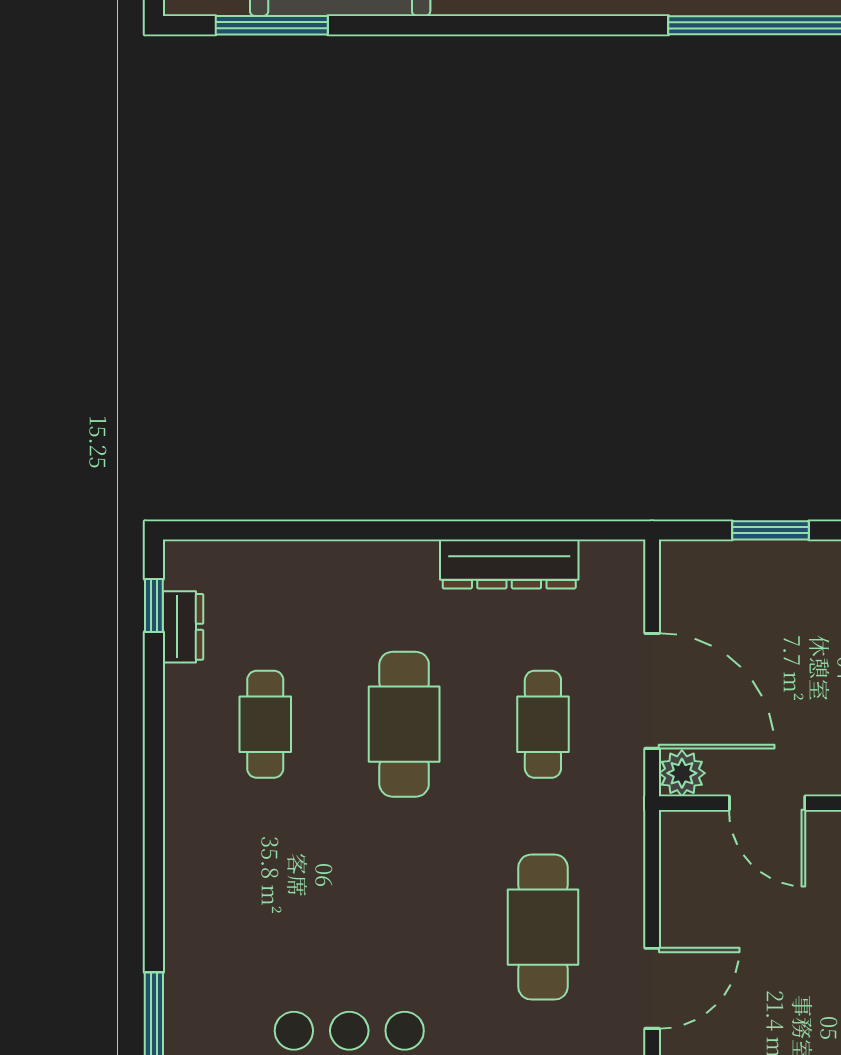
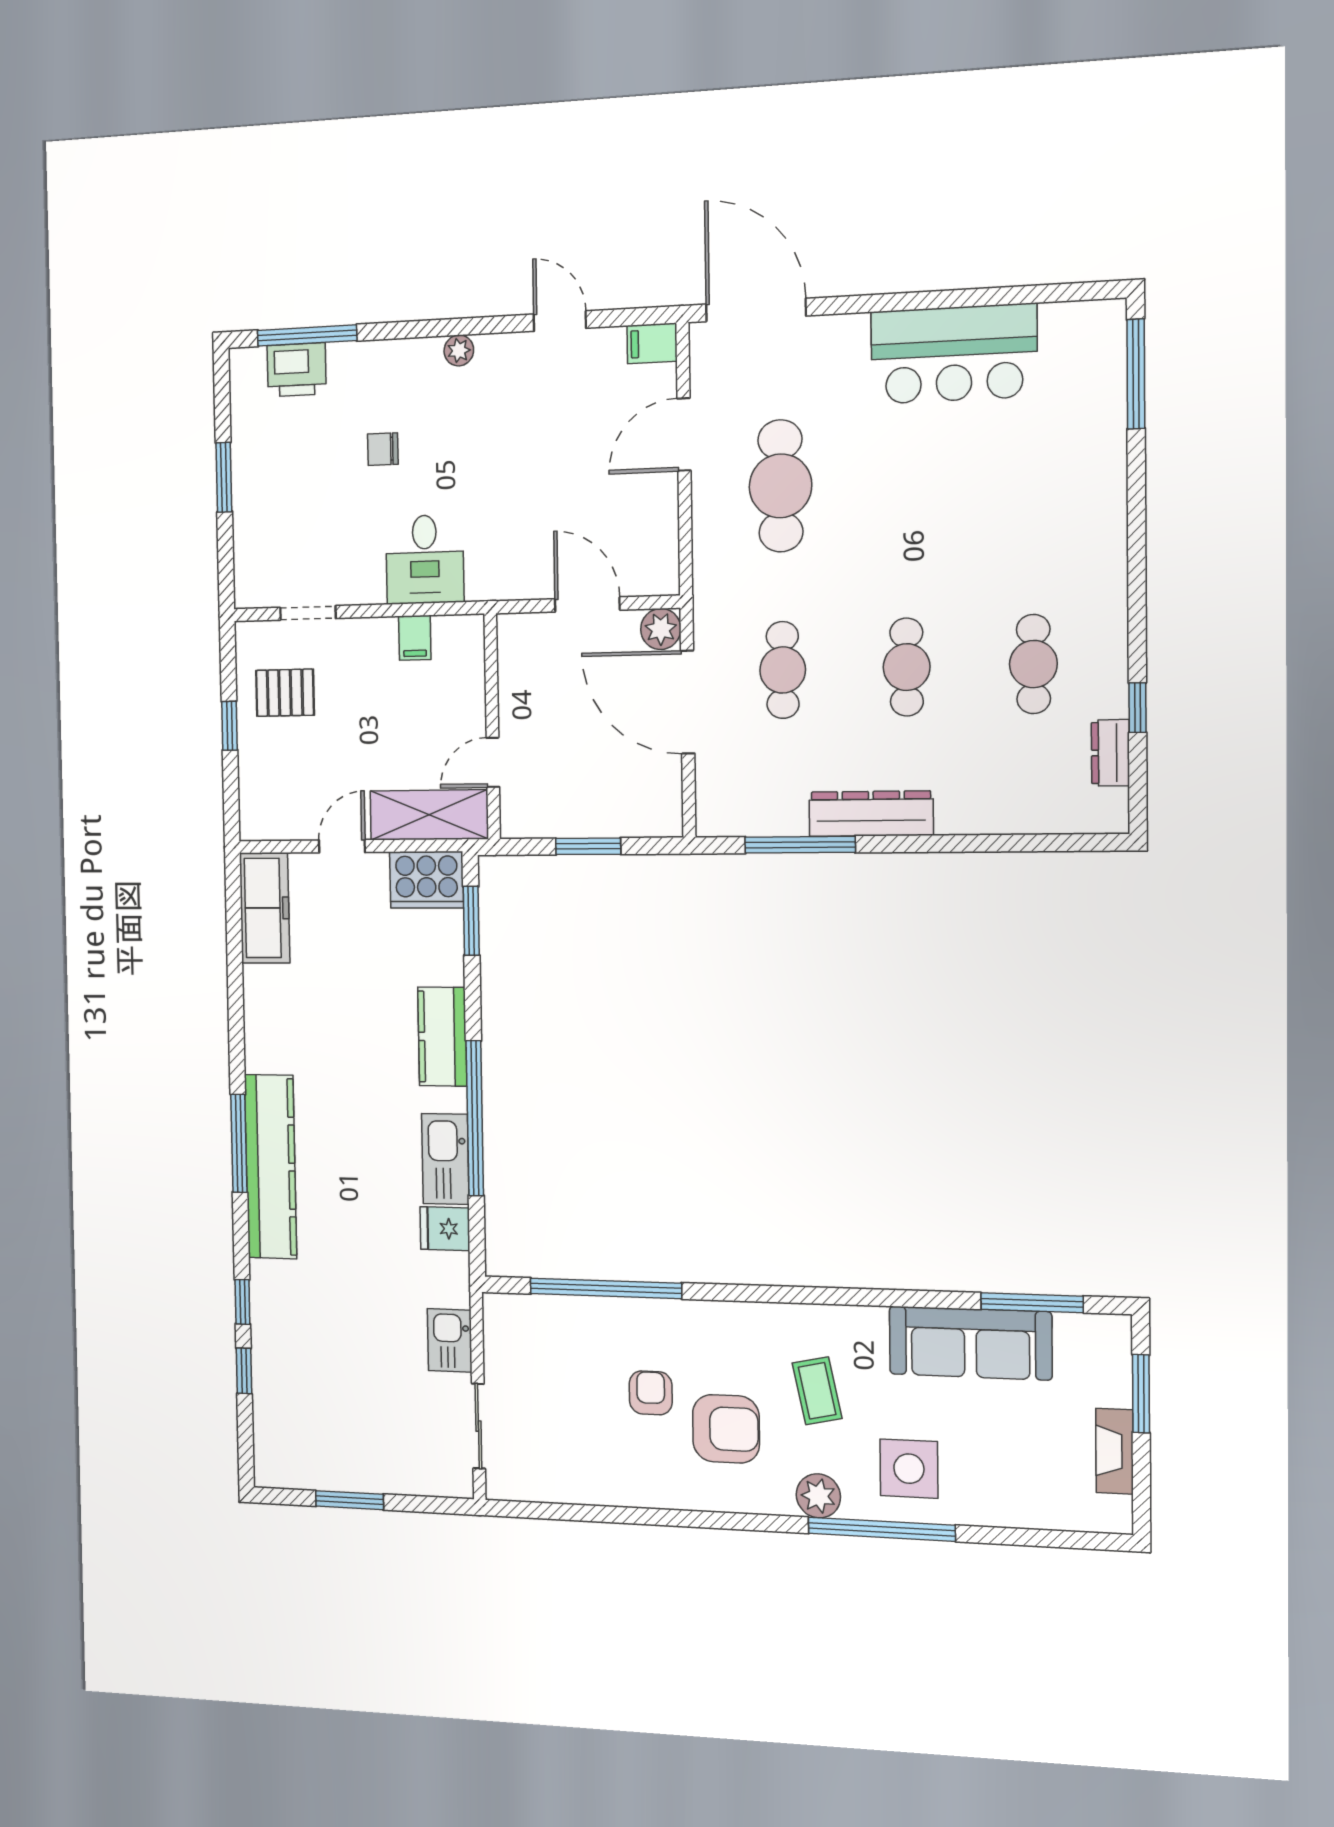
window: (526, 530) -> (800, 845), added
dresser: (509, 564) -> (871, 814), moved
window: (154, 605) -> (1138, 708), moved
cafe table: (404, 724) -> (907, 667), width x0.73, depth x0.74

